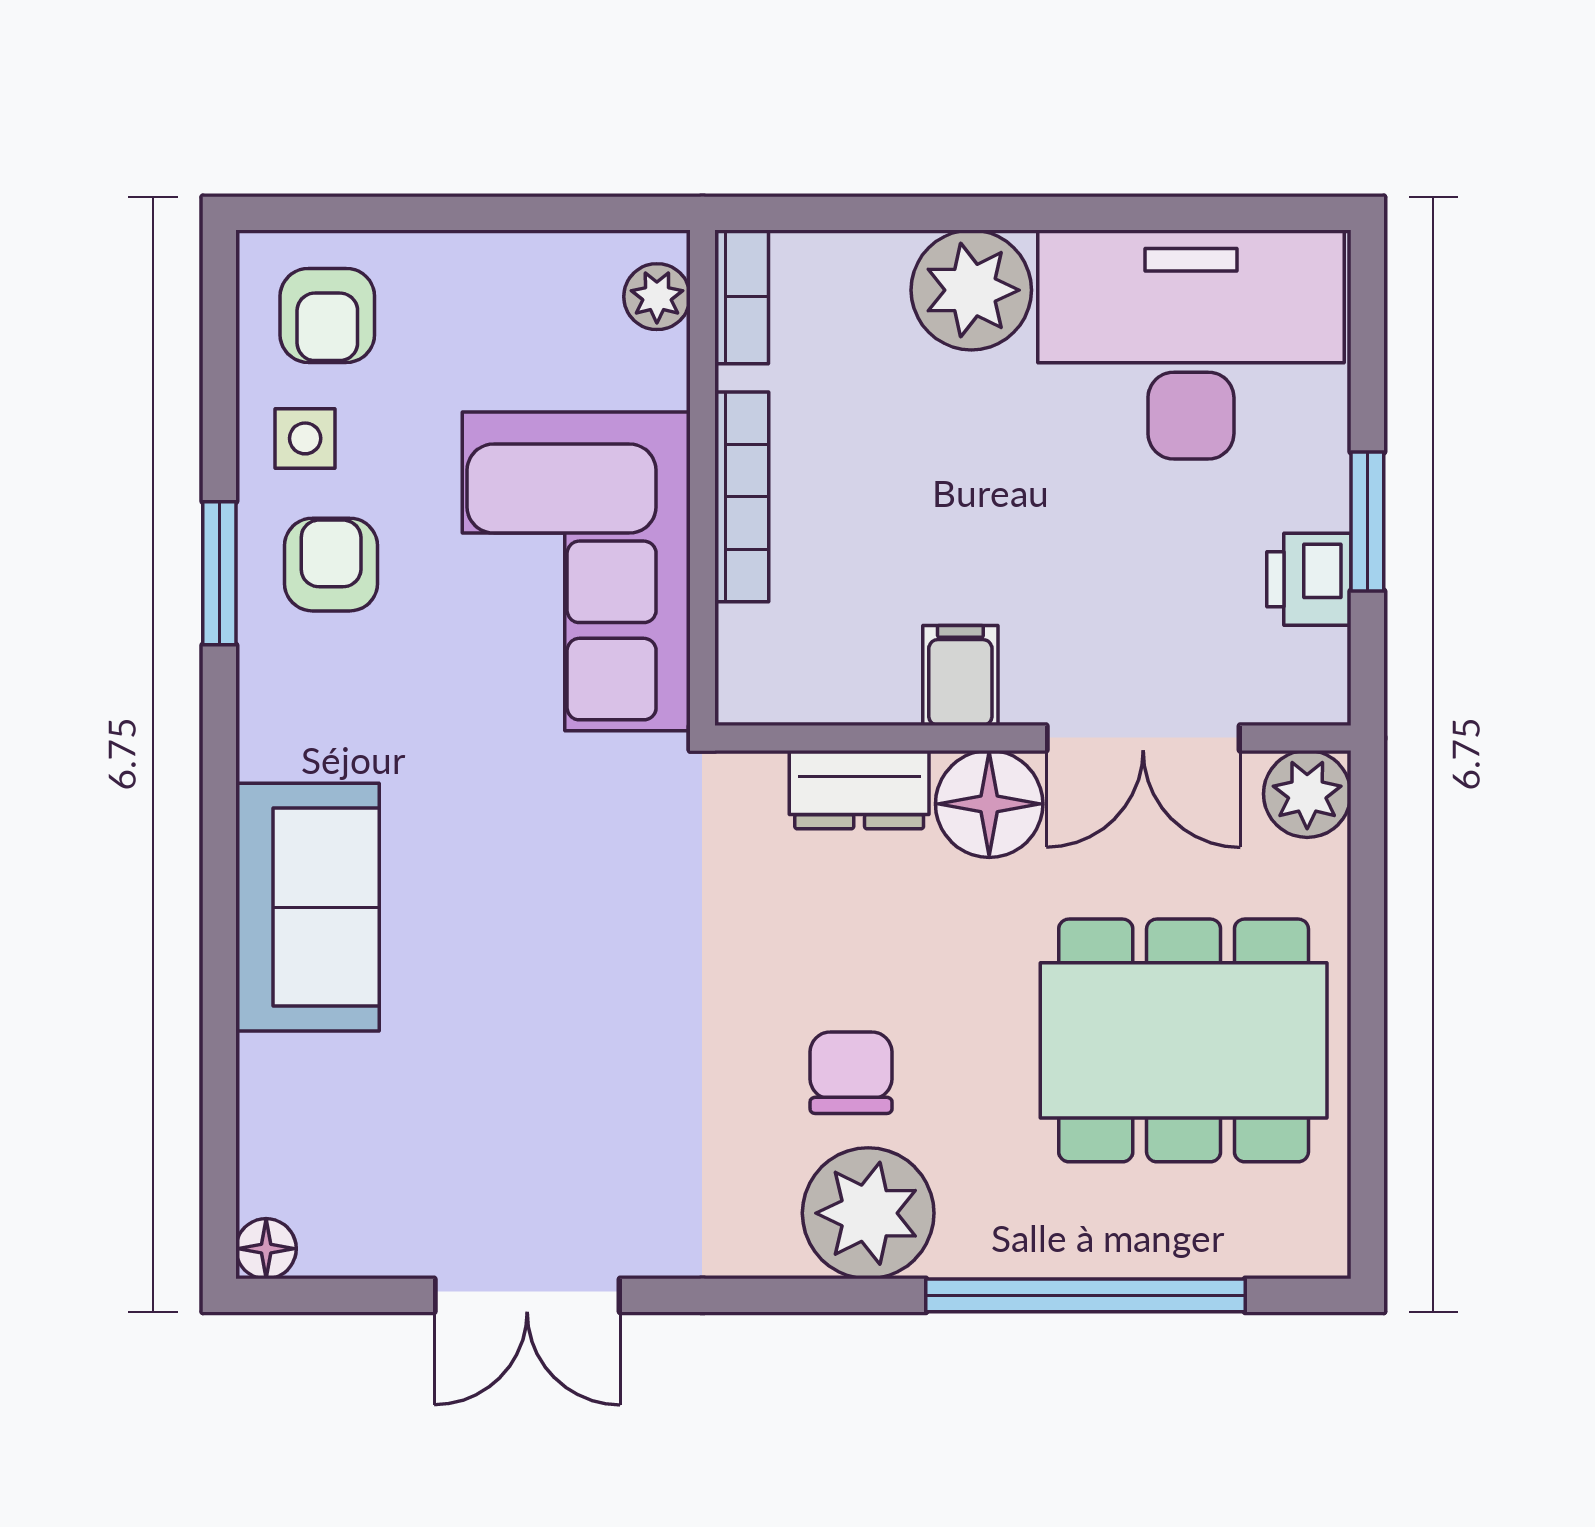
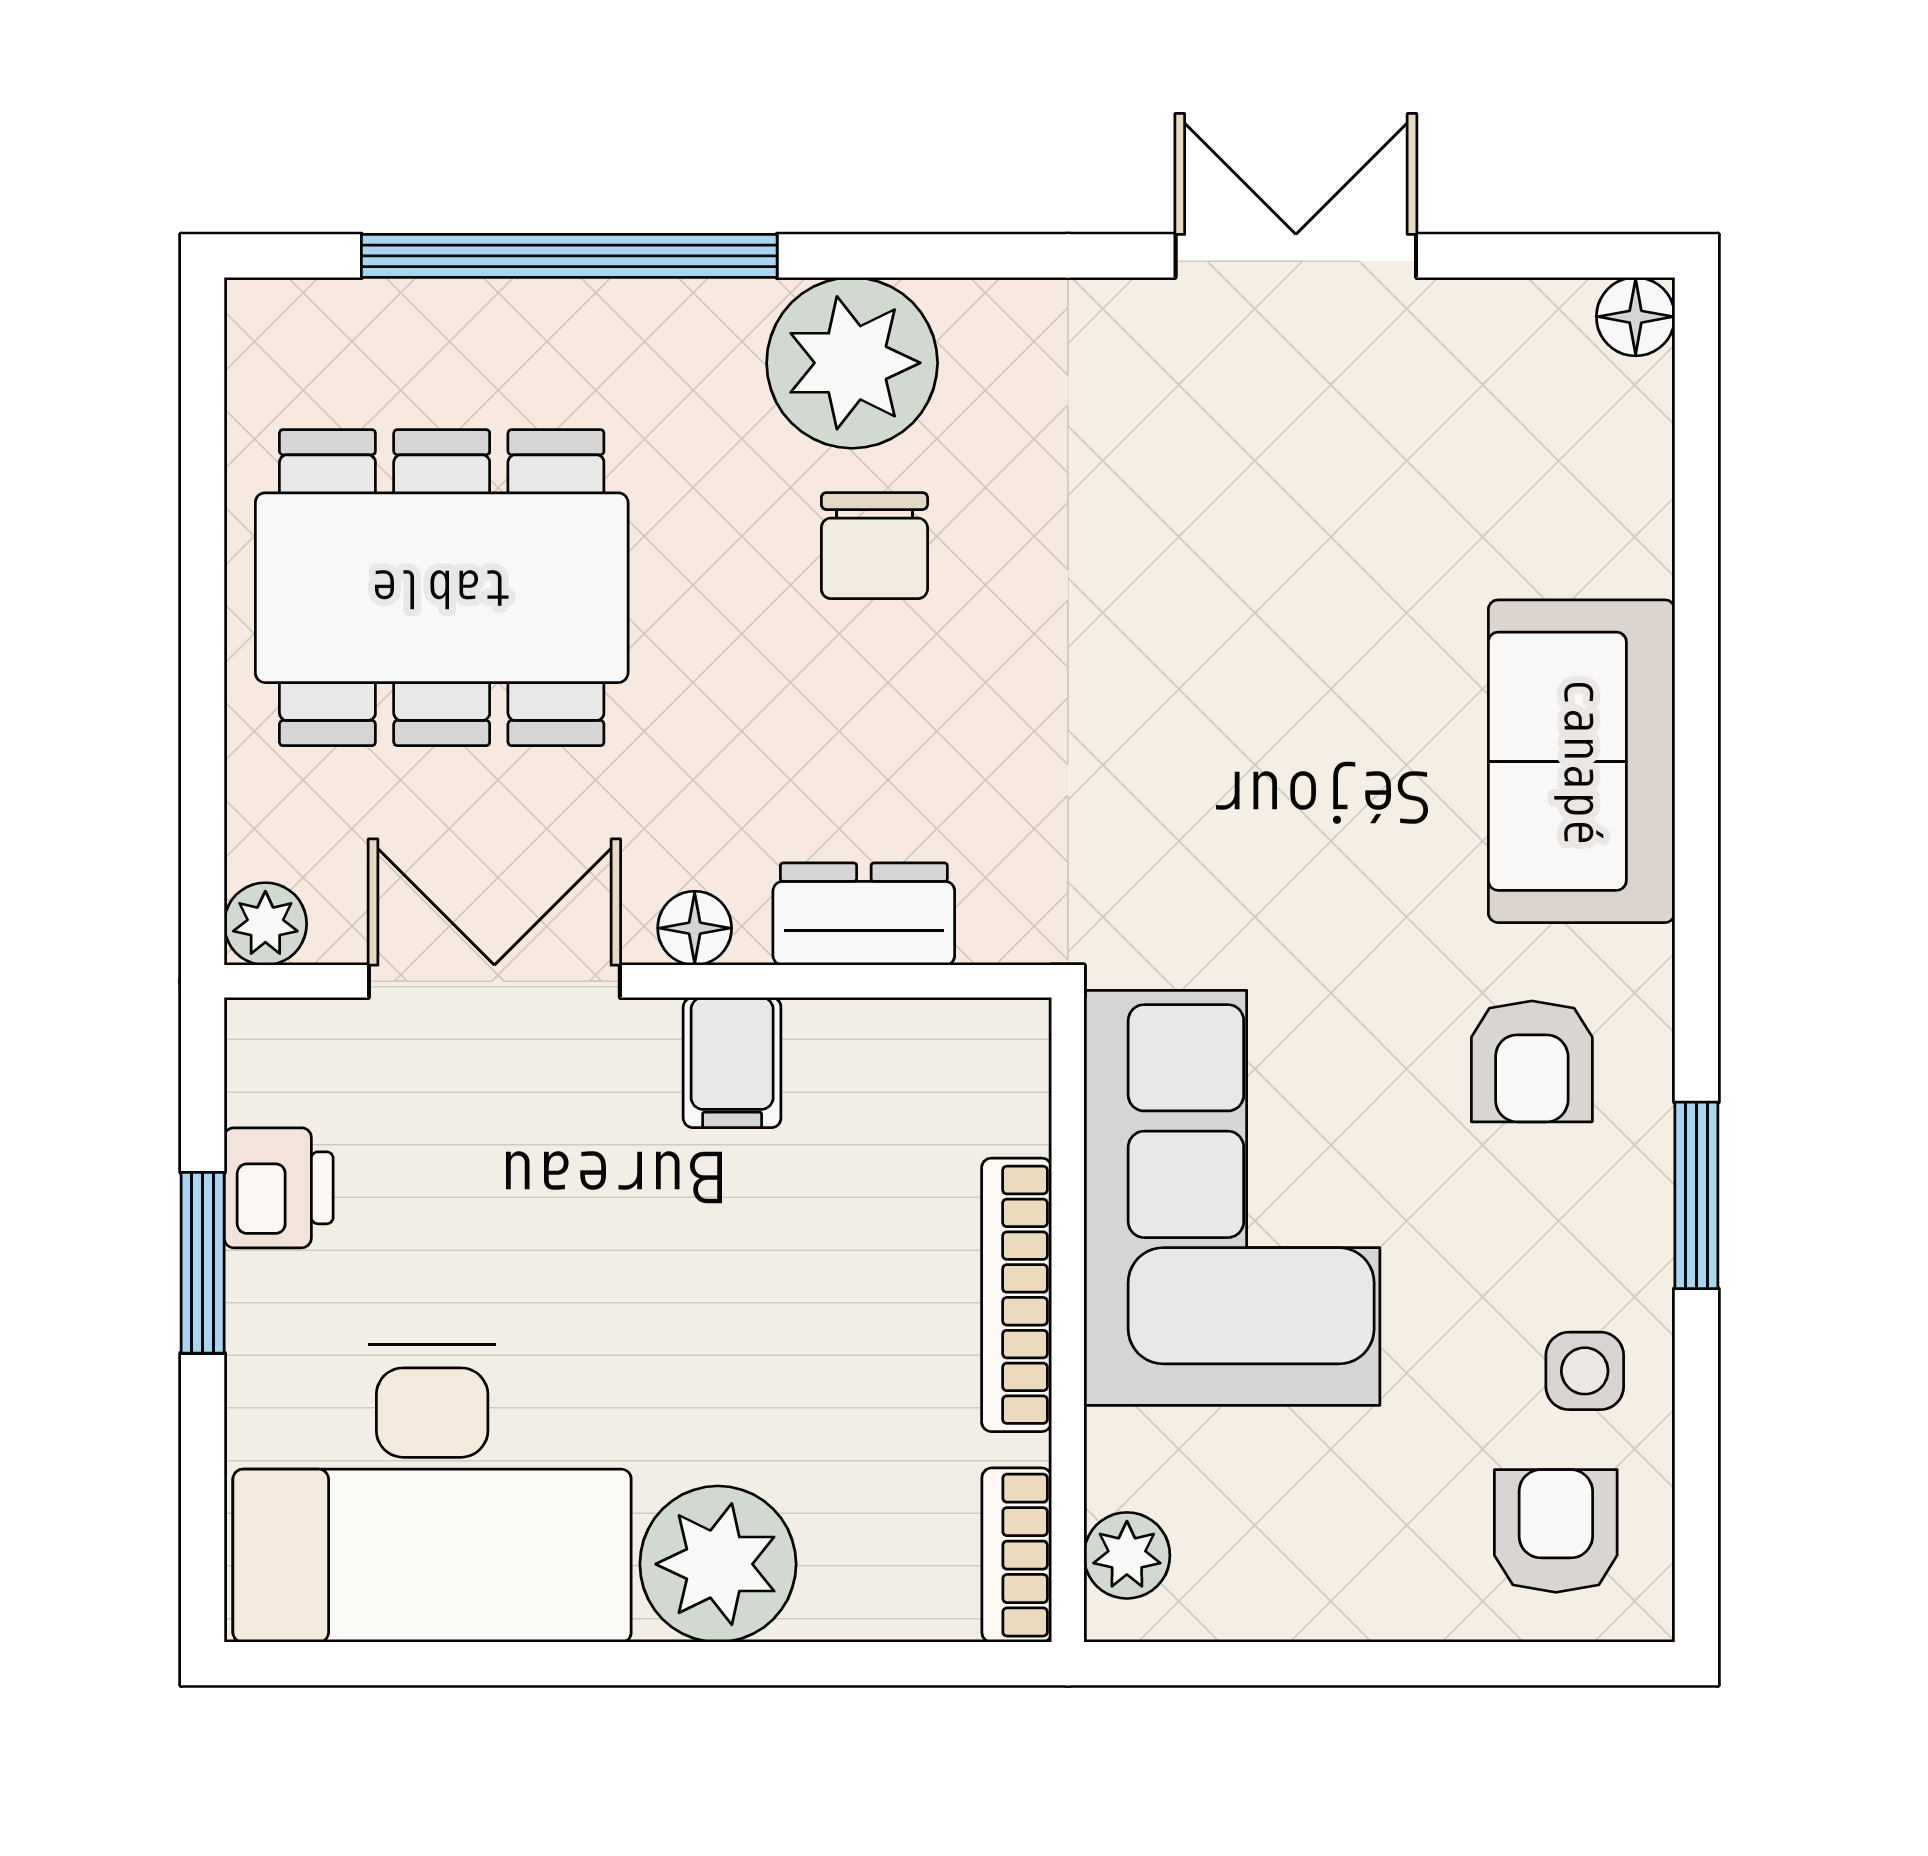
armchair: (331, 565) -> (1532, 1061), moved
plant: (1307, 794) -> (265, 924), width x0.73, depth x0.73
floor lamp: (989, 804) -> (695, 928), width x0.53, depth x0.53

